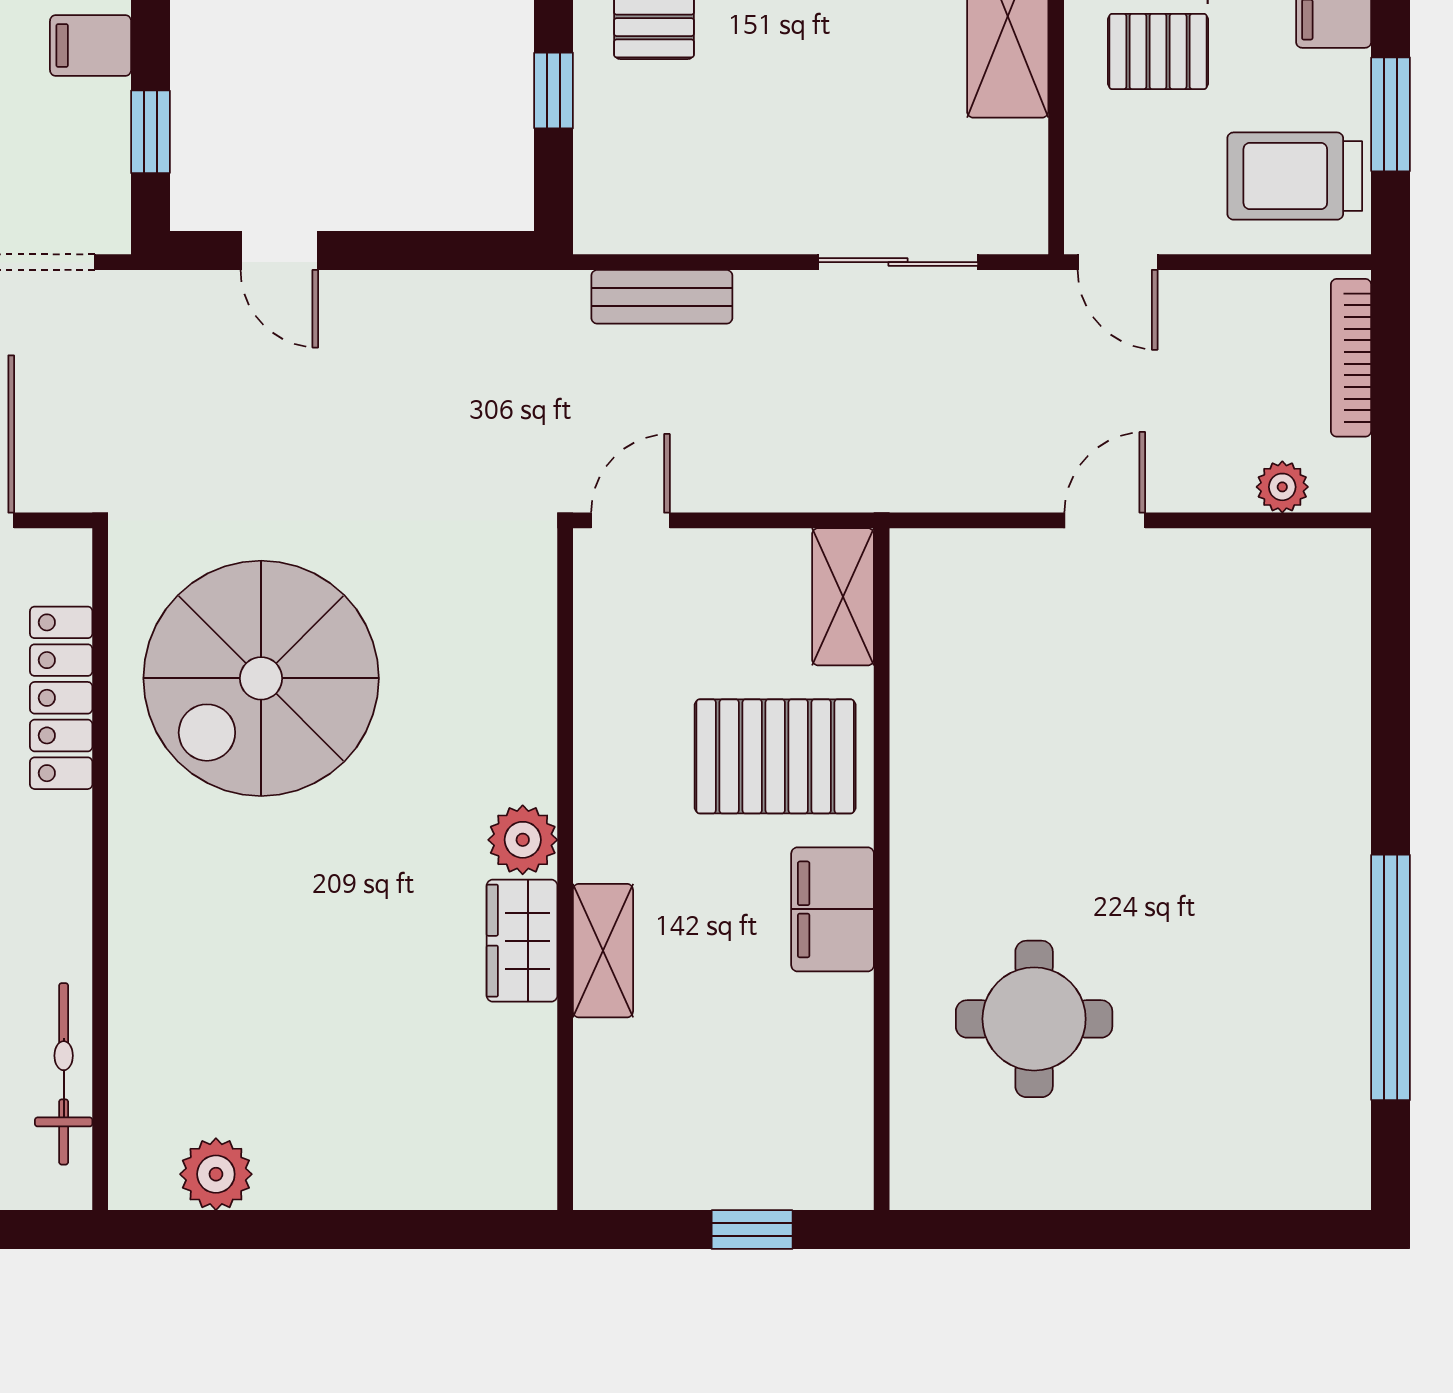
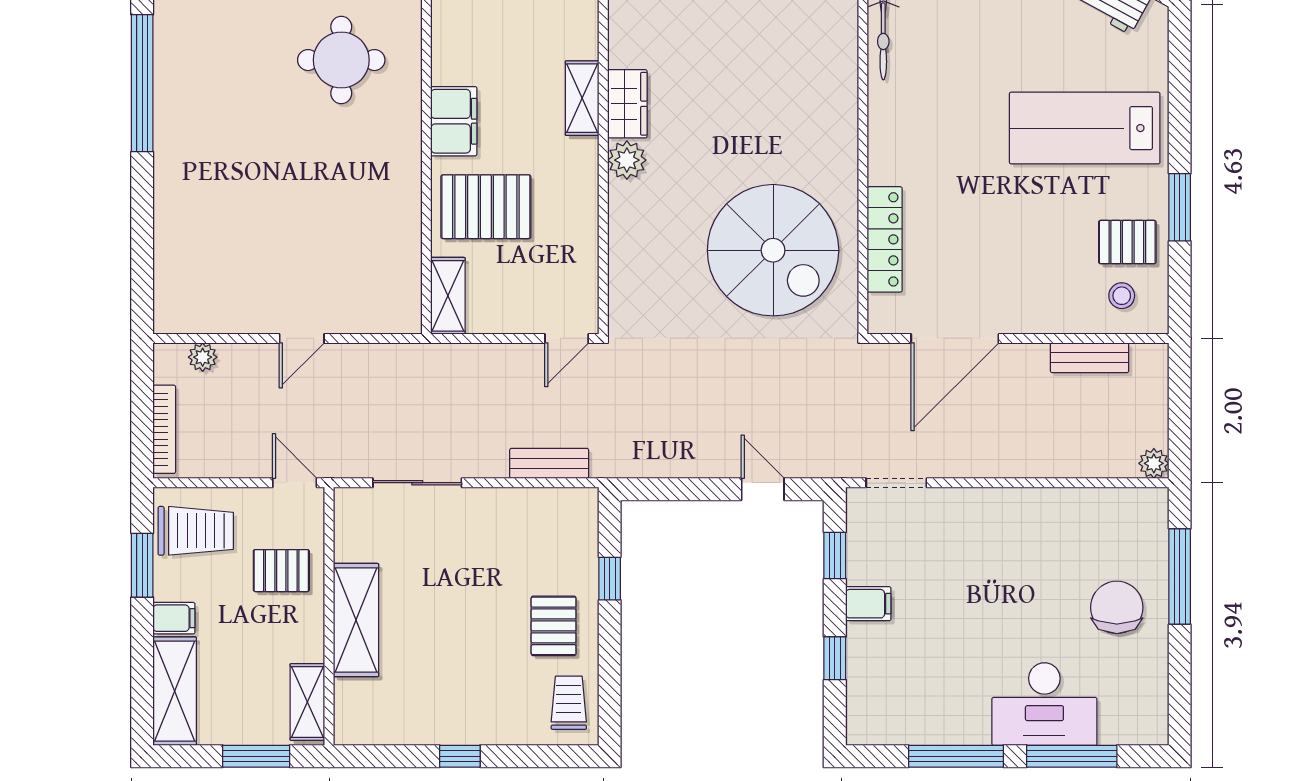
pallet: (1158, 51) -> (281, 571), moved
spiral stairs: (261, 678) -> (773, 250), turned 90

